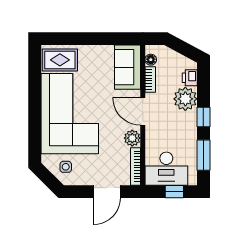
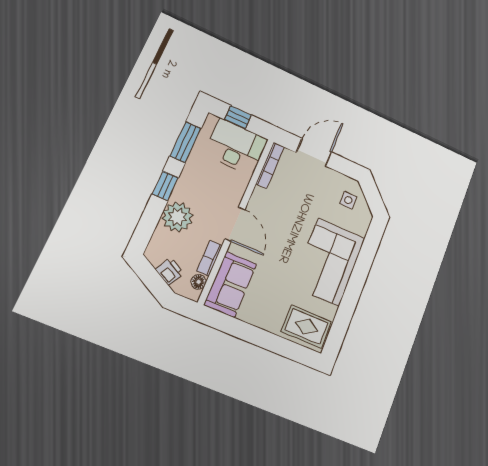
printer: (190, 78) -> (169, 271), moved, turned -62
corner sofa: (70, 114) -> (329, 262), width x0.73, depth x0.74
plant: (132, 138) -> (260, 199), removed

